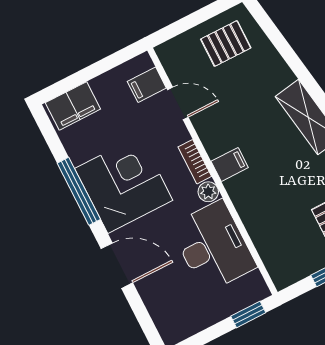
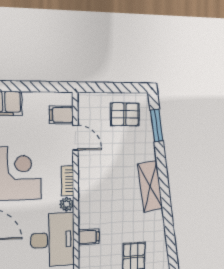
window: (275, 36) -> (157, 125), added
filing cabinet: (230, 164) -> (89, 237), moved

